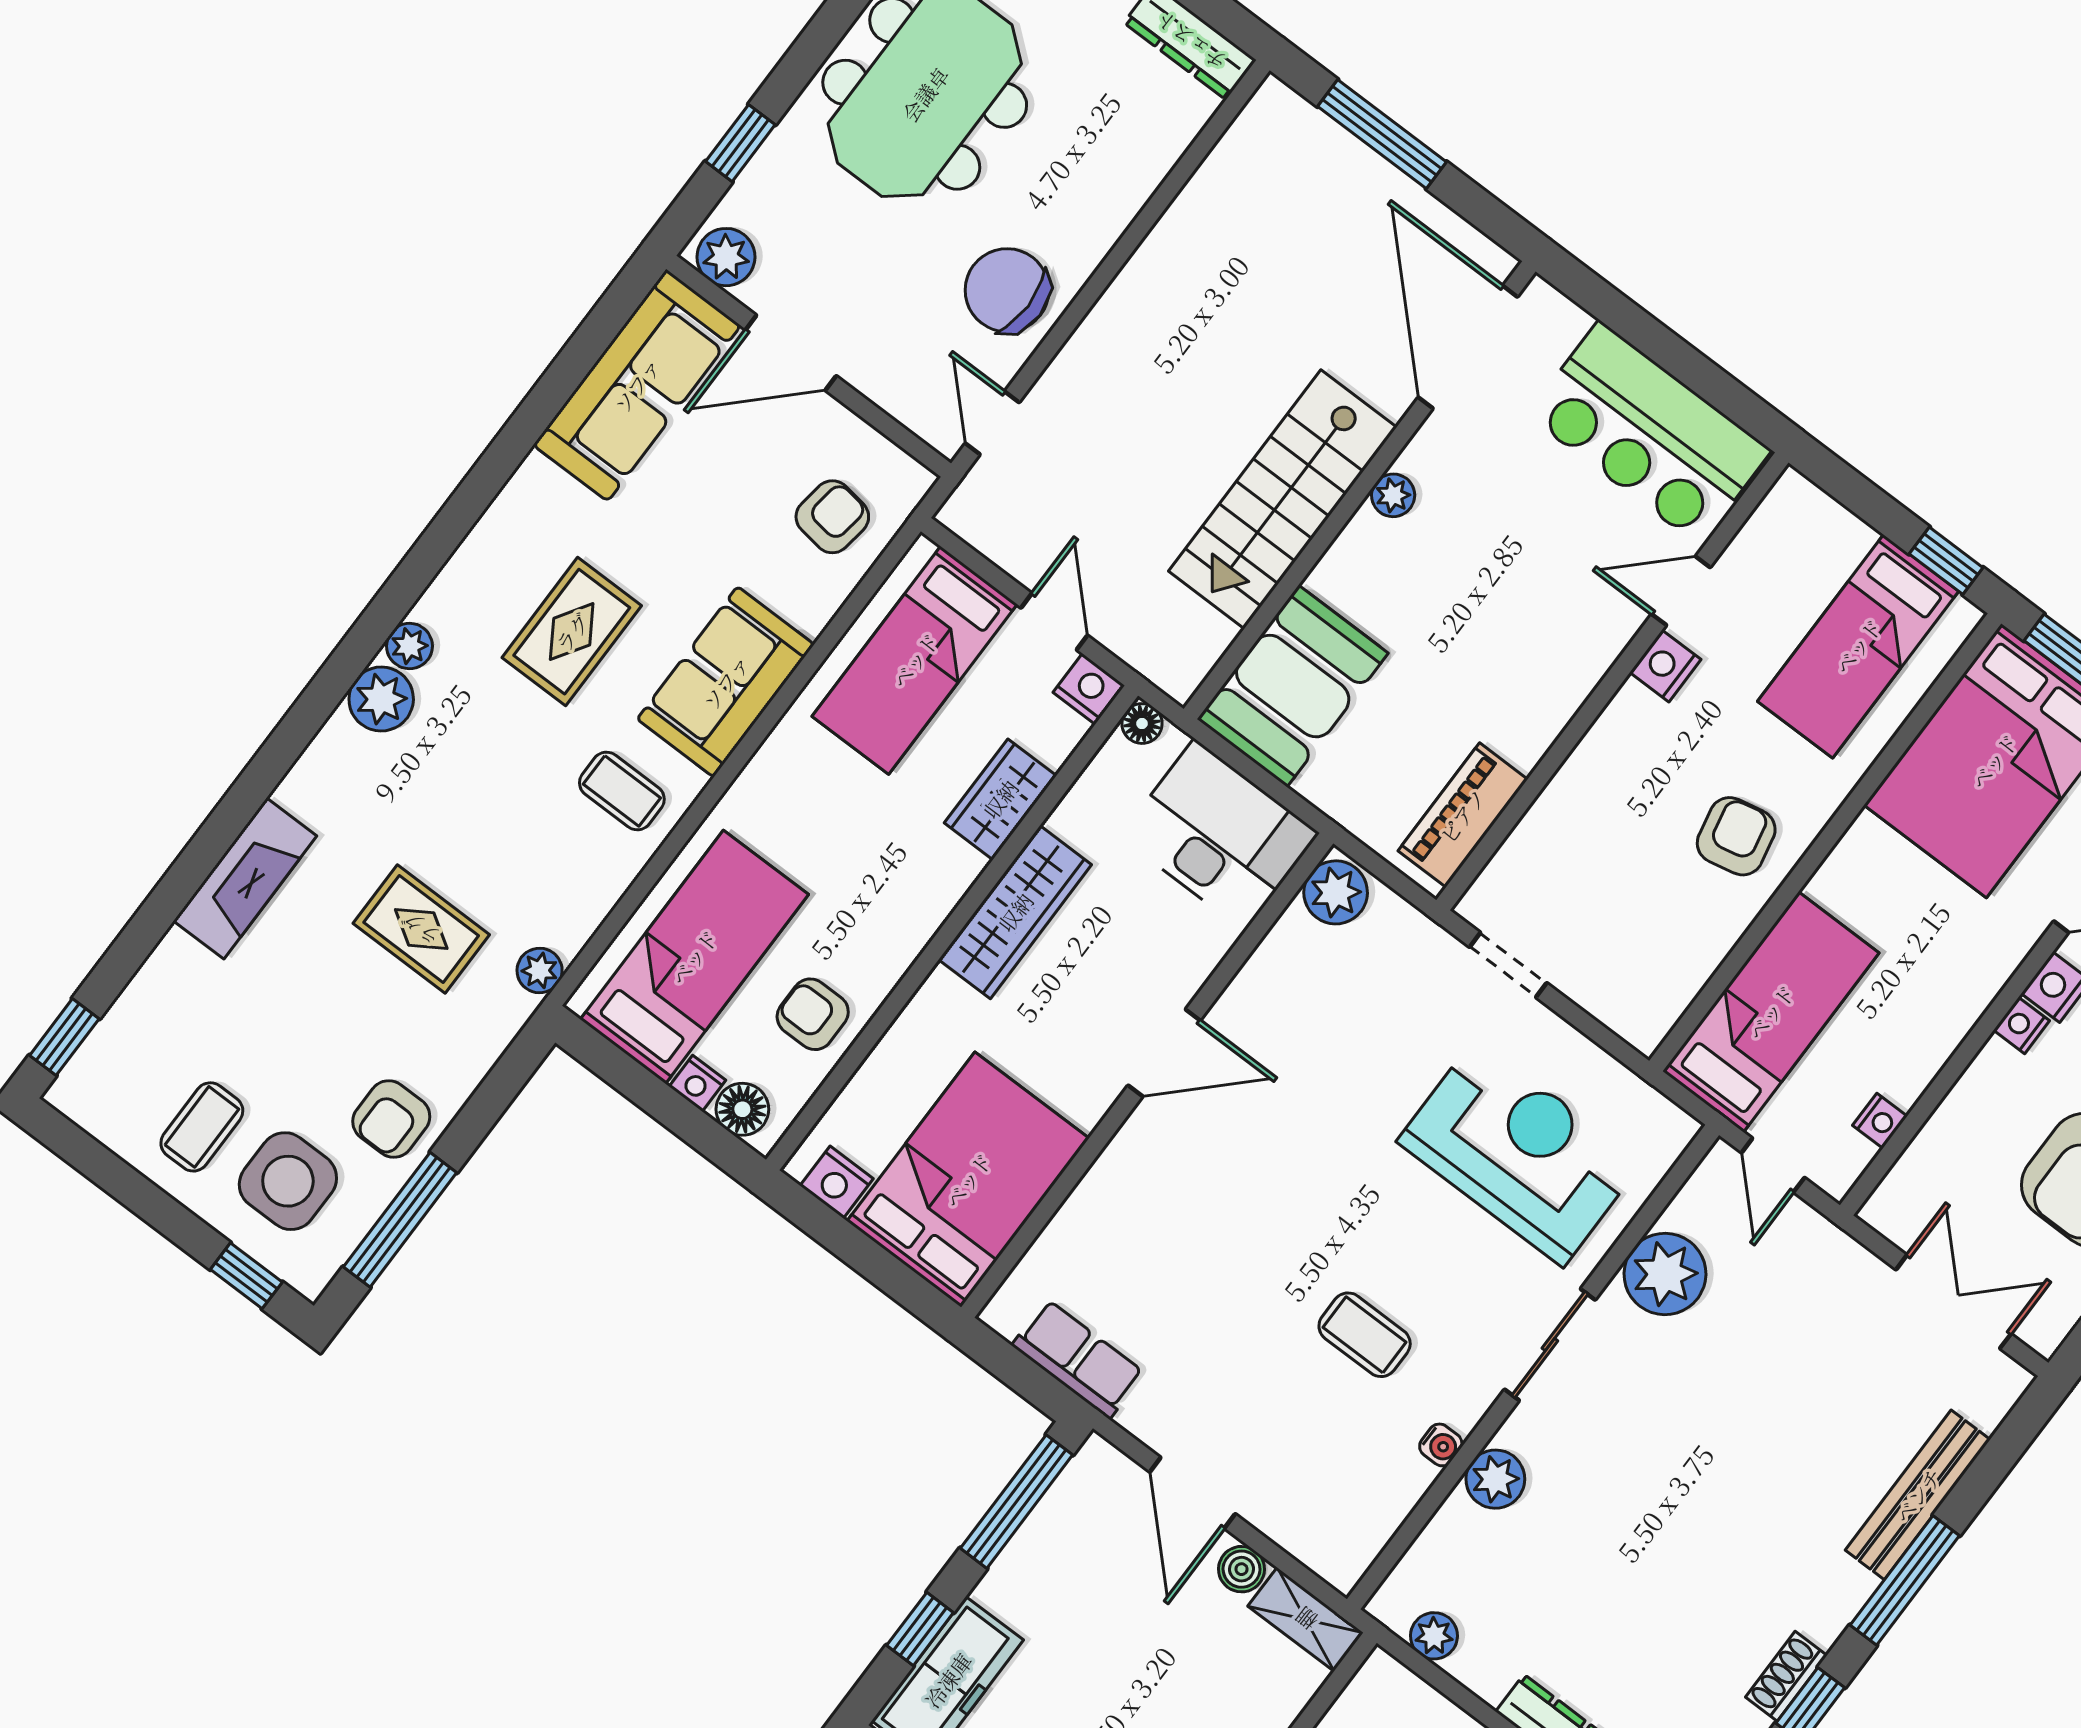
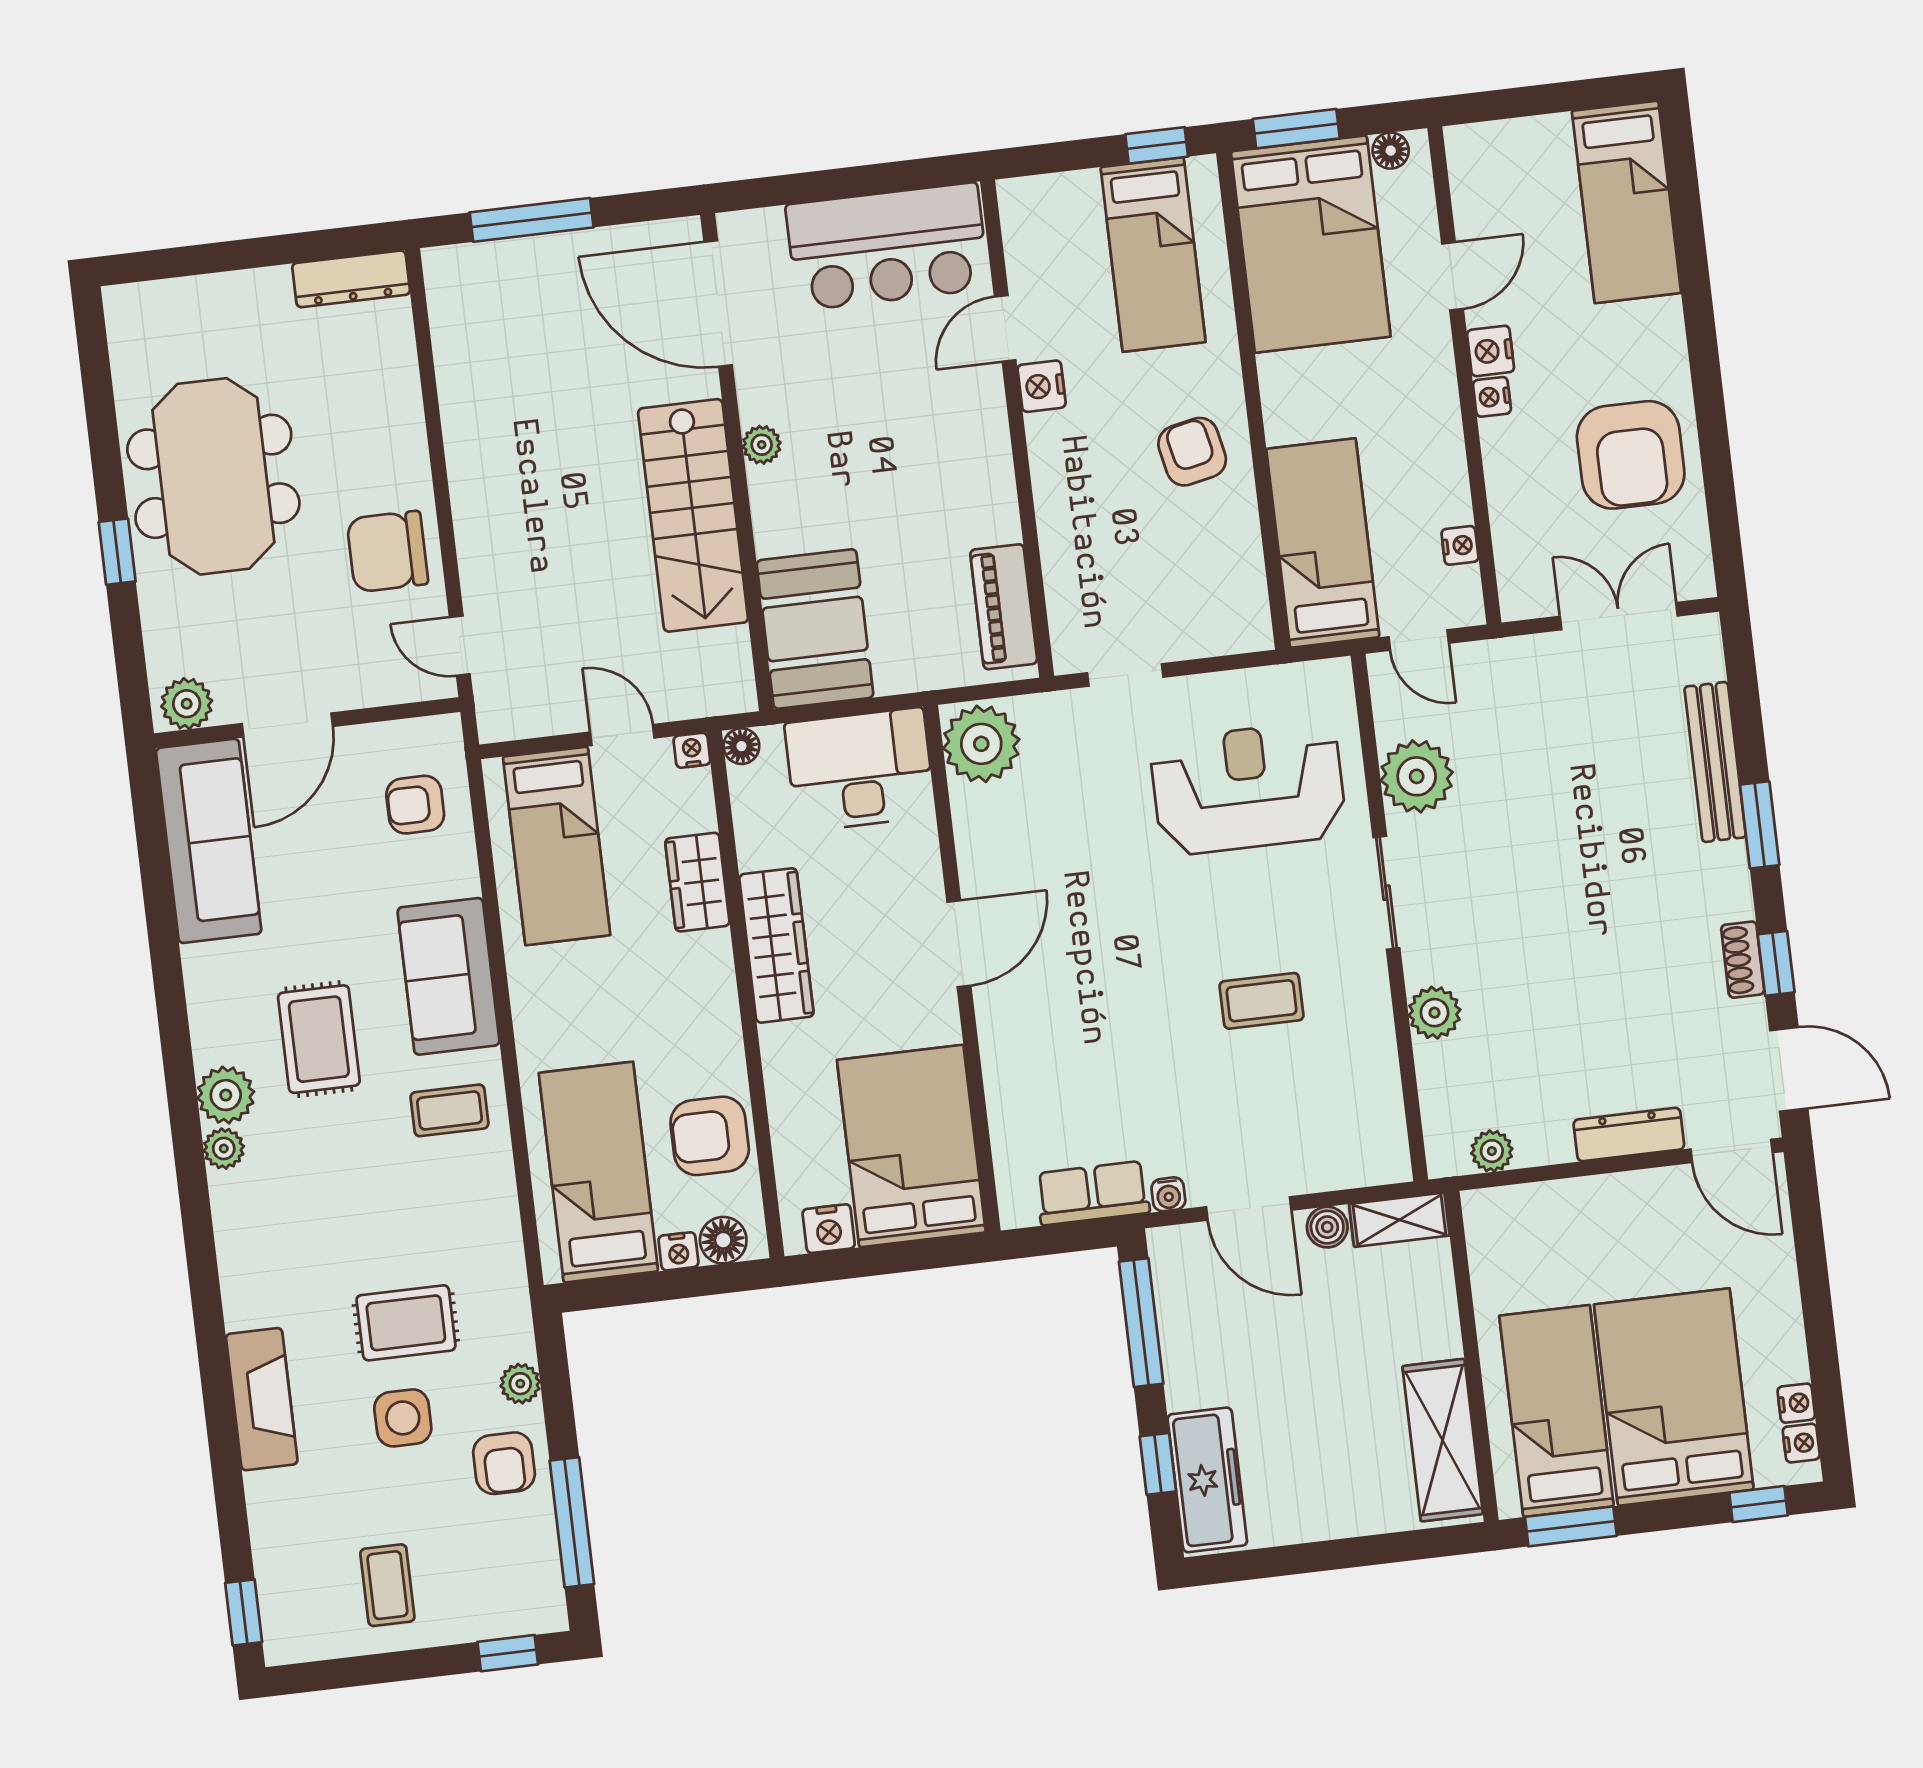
window: (740, 143) -> (117, 552), moved
armchair: (832, 517) -> (415, 805), turned -98
nightstand: (1089, 689) -> (692, 750), width x0.72, depth x0.74
plant: (381, 699) -> (226, 1095), moved
plant: (1336, 892) -> (981, 744), width x1.36, depth x1.36
plant: (540, 971) -> (520, 1384), moved
armchair: (813, 1014) -> (710, 1136), width x1.38, depth x1.38
side table: (288, 1181) -> (403, 1418), moved, width x0.73, depth x0.73
water cooler: (1441, 1445) -> (1168, 1194), moved, turned 90
window: (1905, 1580) -> (1760, 825), width x0.69

